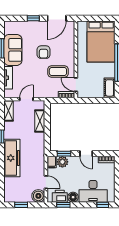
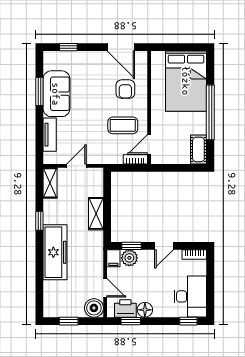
window: (33, 18) -> (68, 47), moved
door: (57, 18) -> (121, 47), hinge flipped
armchair: (44, 52) -> (125, 89), moved
door: (76, 85) -> (149, 145), hinge flipped
shelving: (40, 121) -> (96, 214), moved
door: (86, 154) -> (164, 246), hinge flipped
desk: (93, 191) -> (190, 296), moved, turned -90

